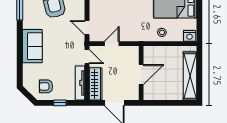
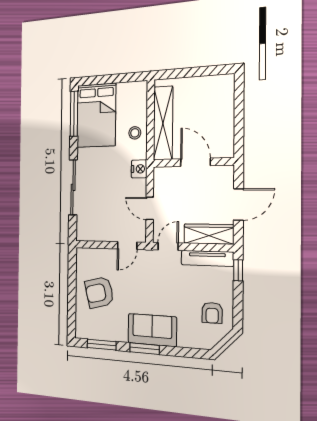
nightstand: (190, 36) -> (139, 169), moved
window: (20, 41) -> (144, 349), added
shelving: (190, 76) -> (163, 123), moved, turned 90
window: (60, 103) -> (238, 270), moved

